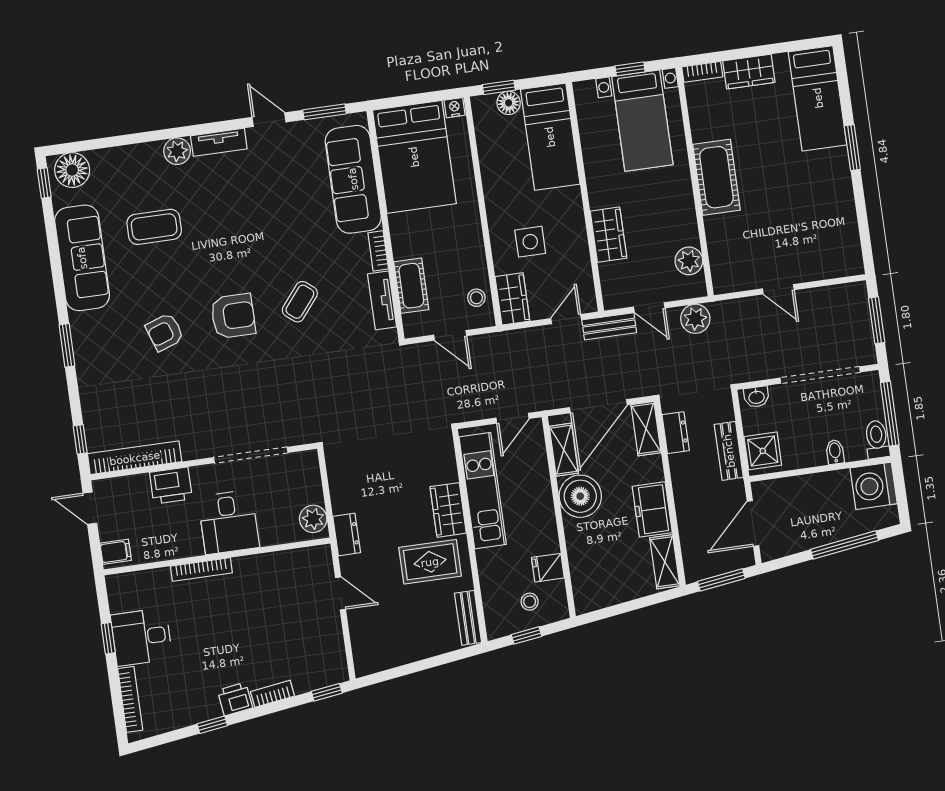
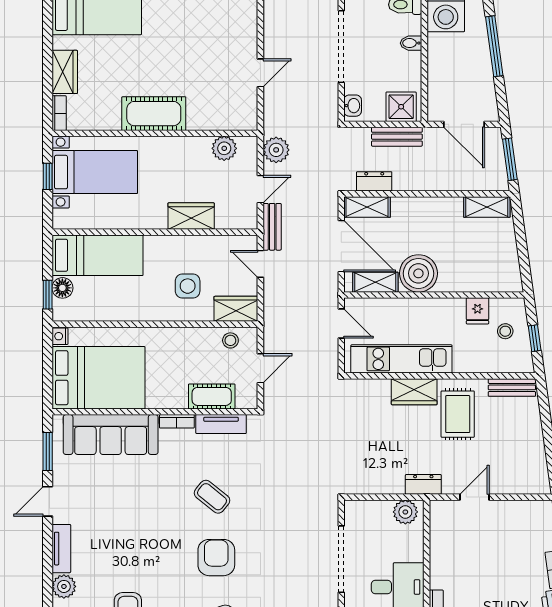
freezer: (652, 509) -> (439, 212), removed

